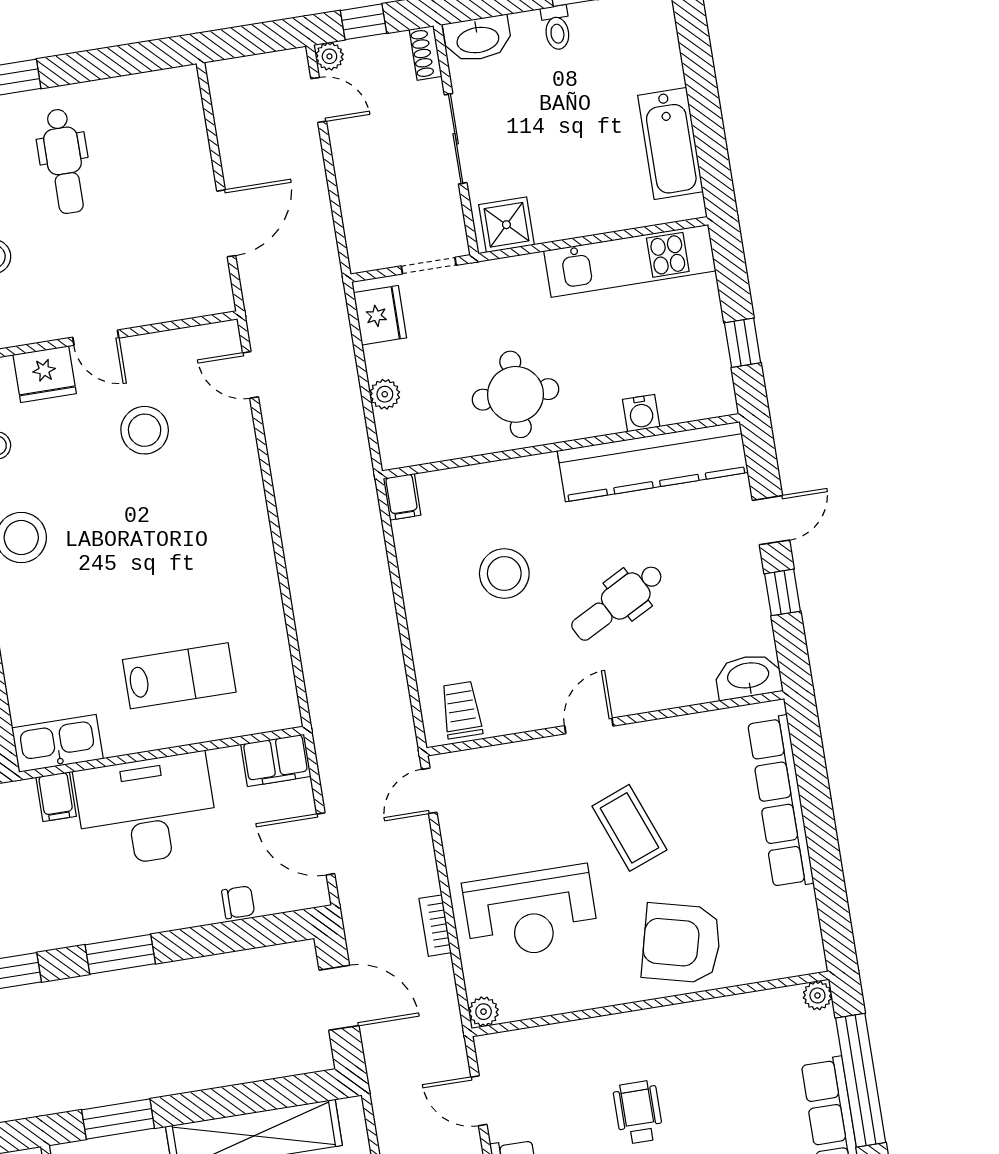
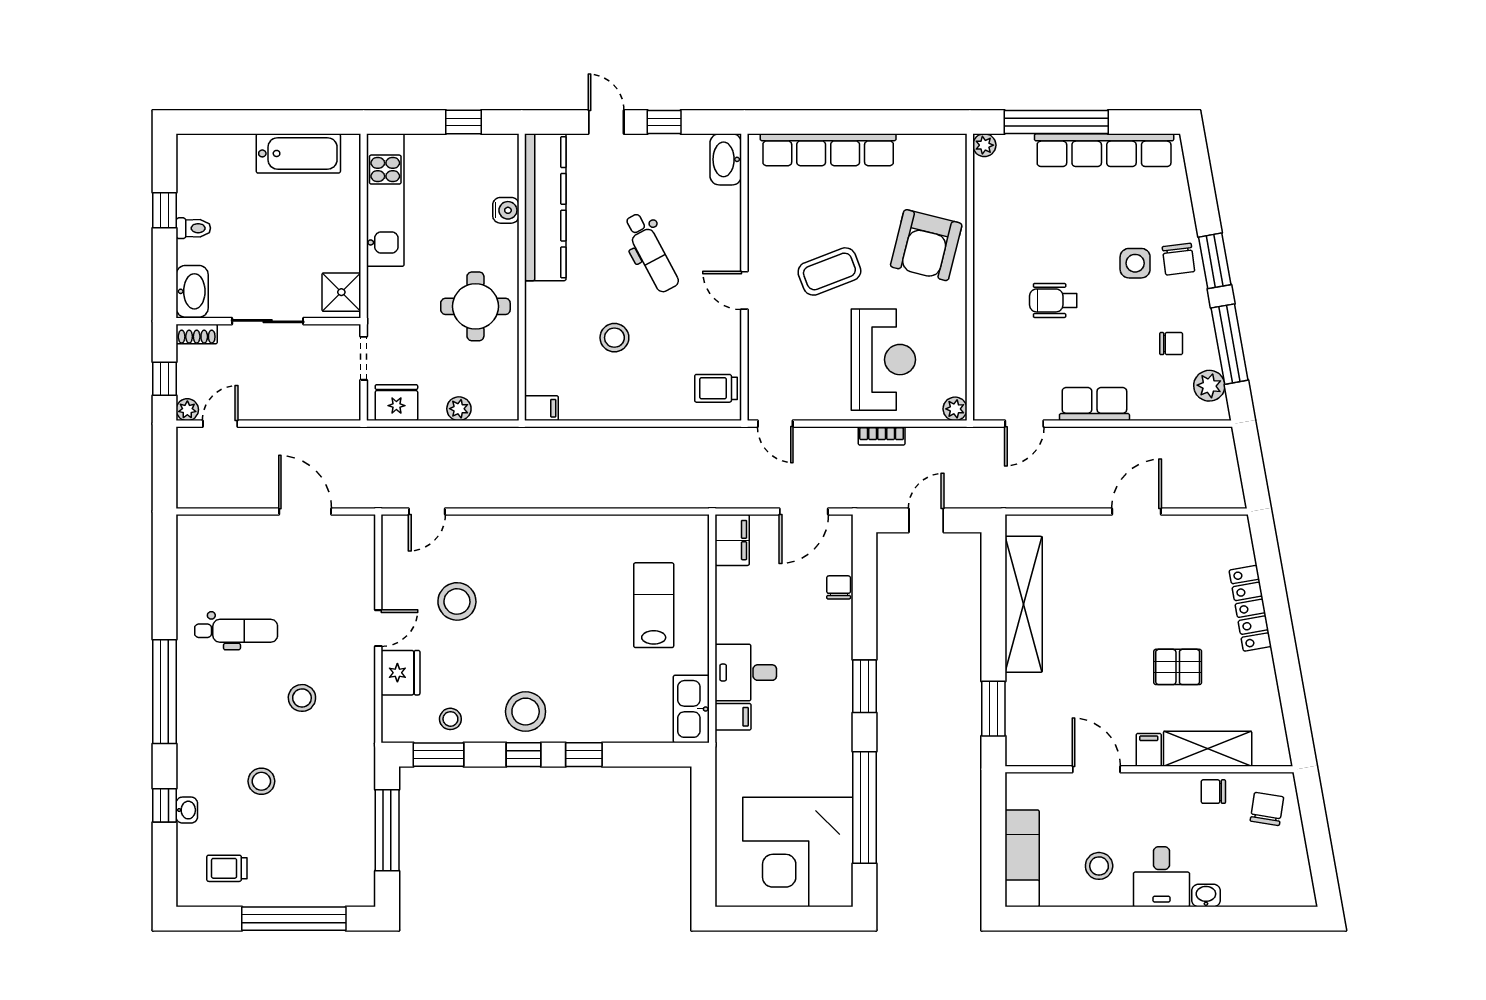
stool: (504, 574) -> (614, 338), width x0.73, depth x0.73
desk: (146, 810) -> (746, 673), width x0.53, depth x0.77
door: (339, 998) -> (926, 520), width x0.73

